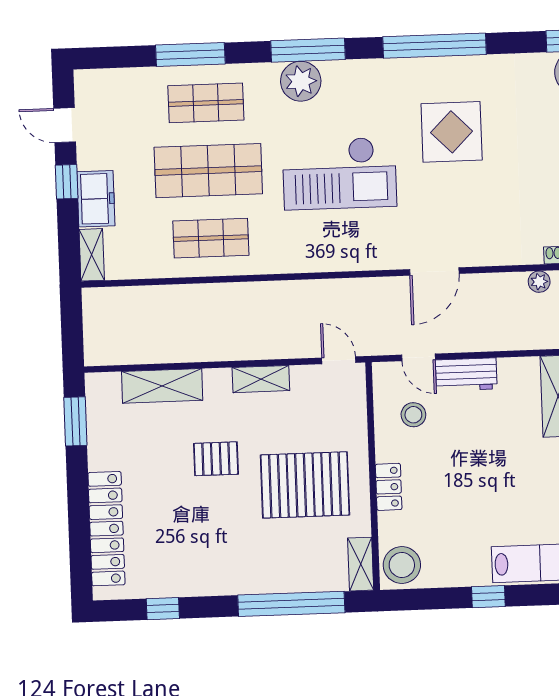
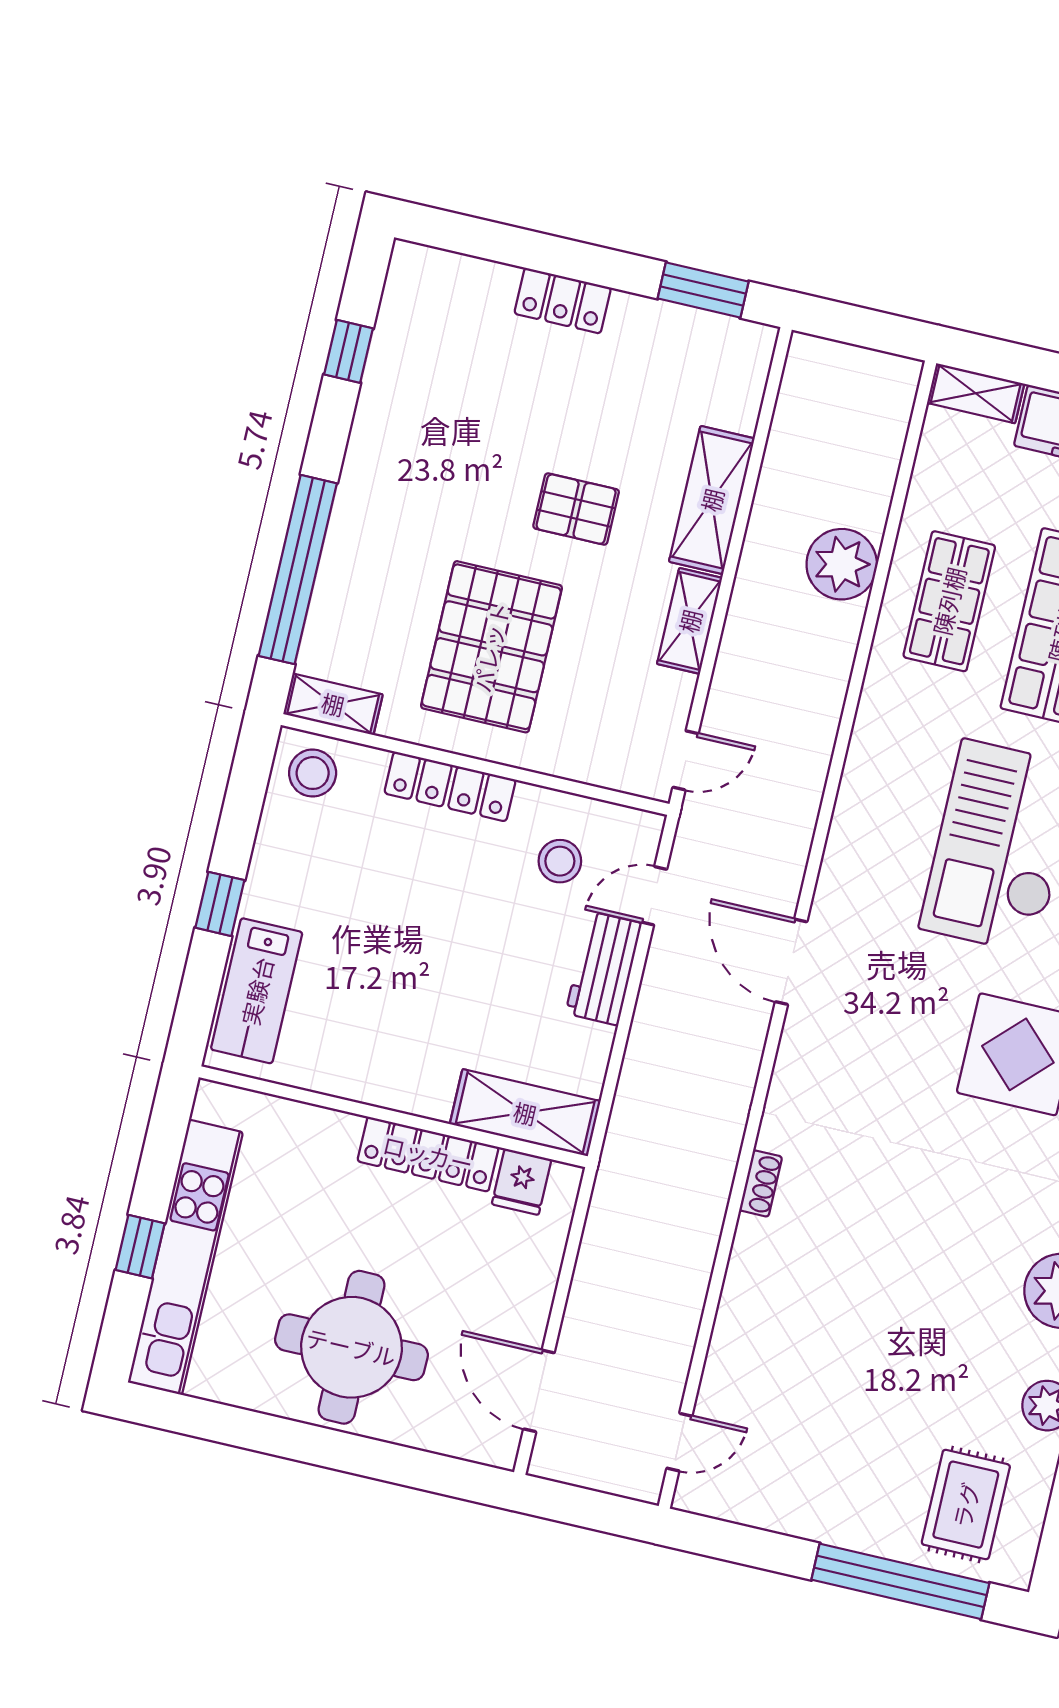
plant: (539, 282) -> (842, 564), moved, width x1.88, depth x1.88
shelving: (162, 386) -> (712, 500), moved
pallet: (216, 459) -> (576, 509), turned 90
locker: (389, 487) -> (450, 786), width x1.53
locker: (106, 529) -> (563, 301), width x0.46, depth x0.83
stool: (402, 565) -> (313, 773), width x0.73, depth x0.73

